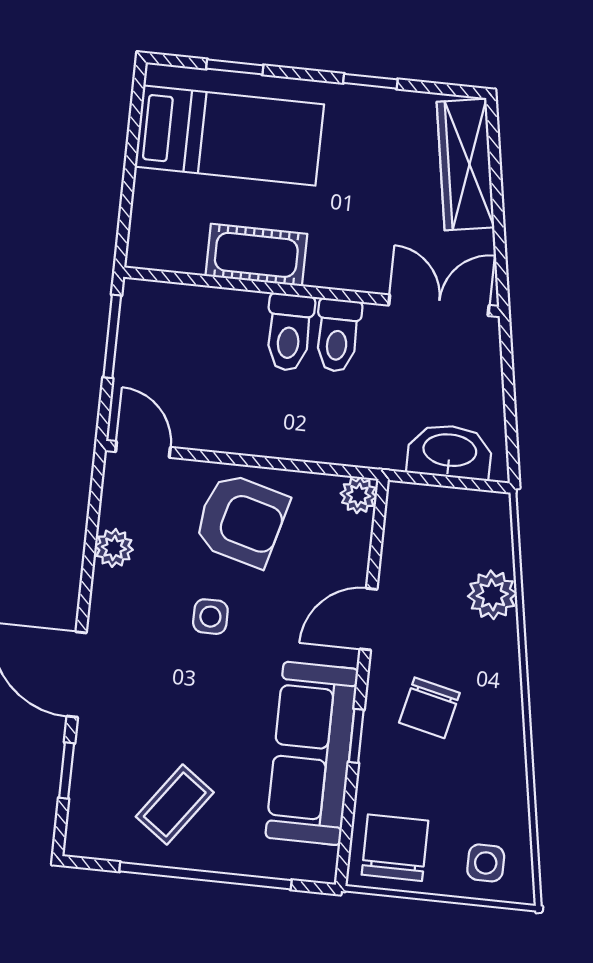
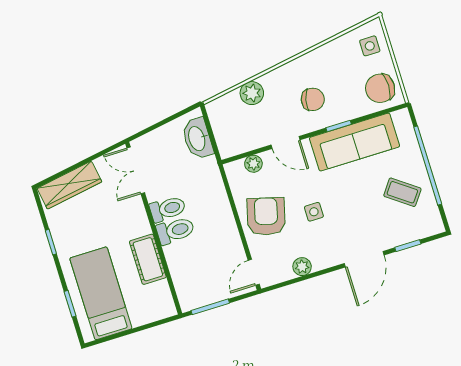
plant: (359, 495) -> (253, 164), moved

